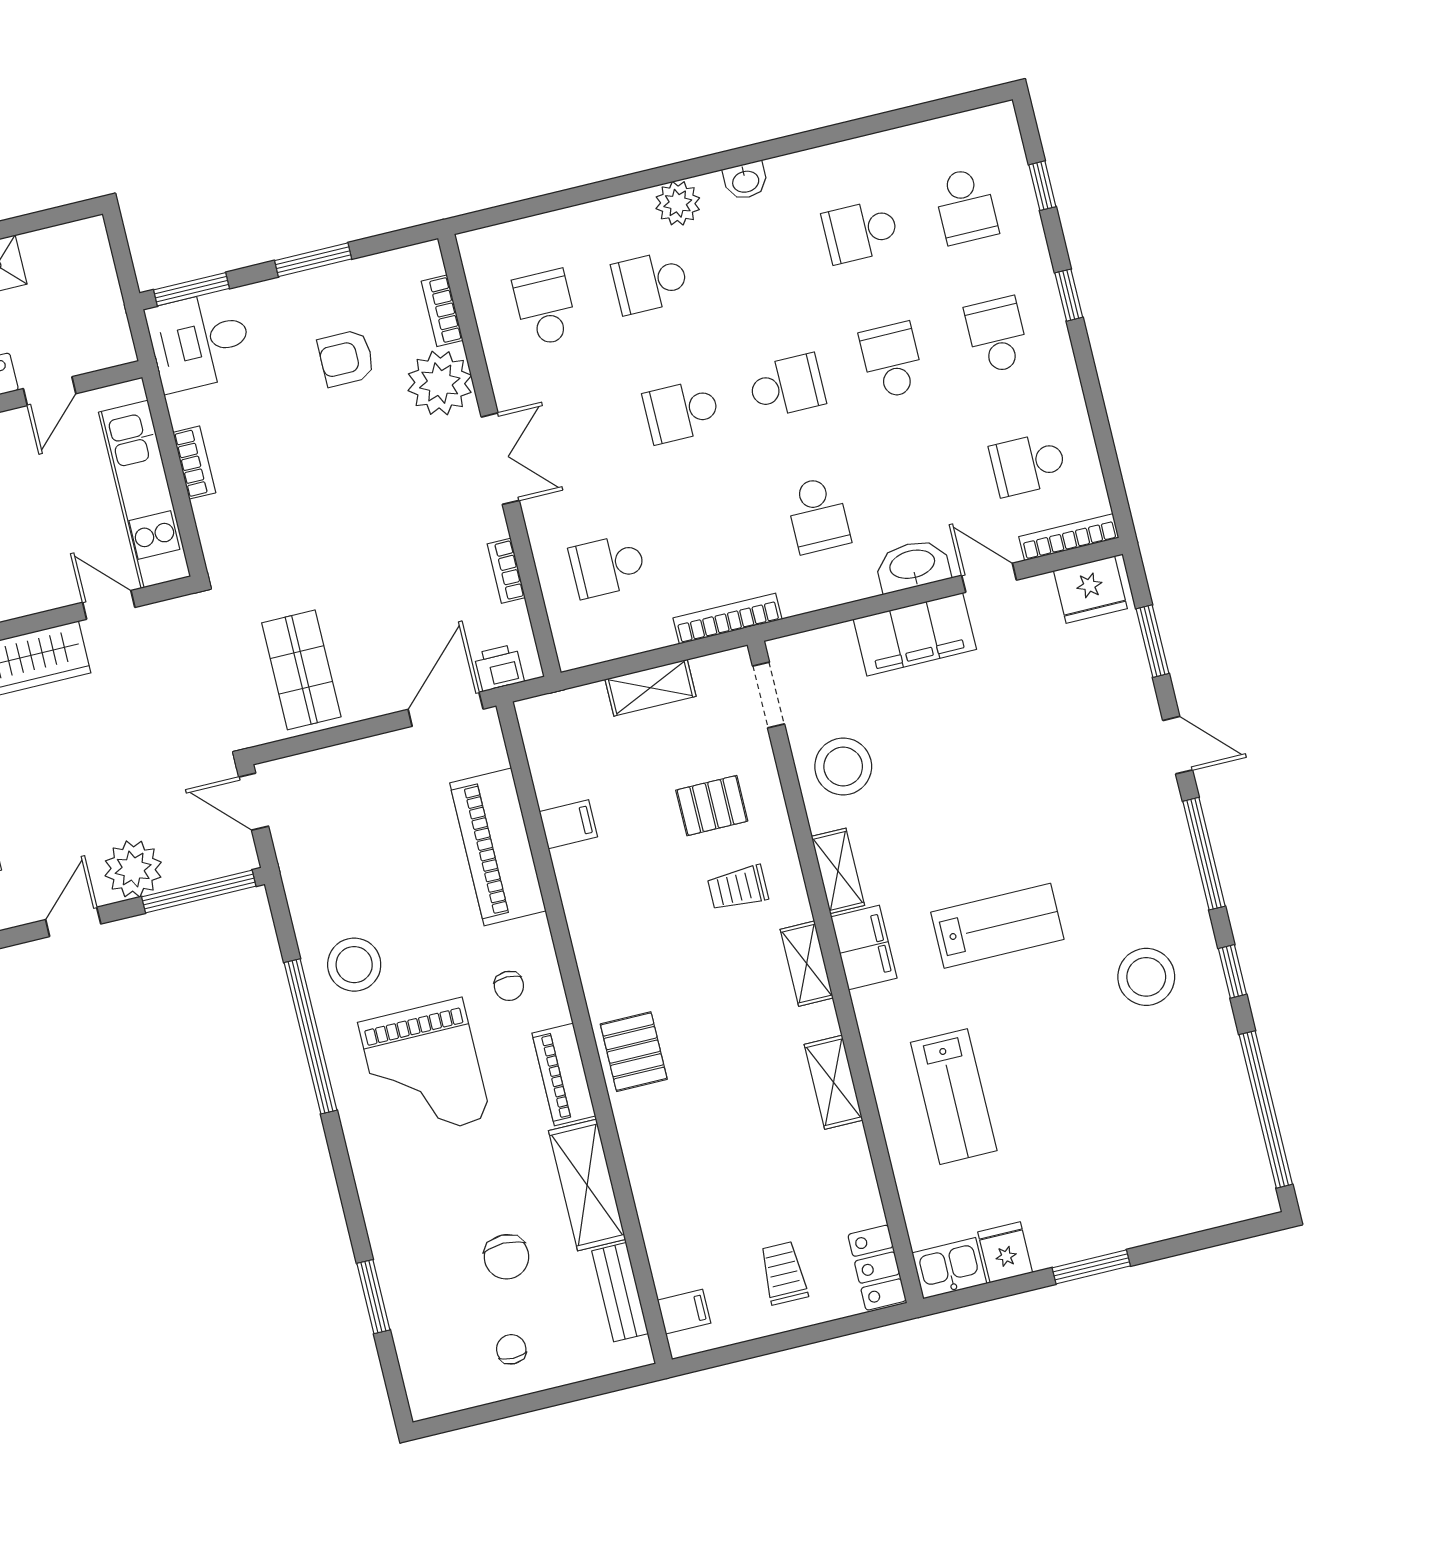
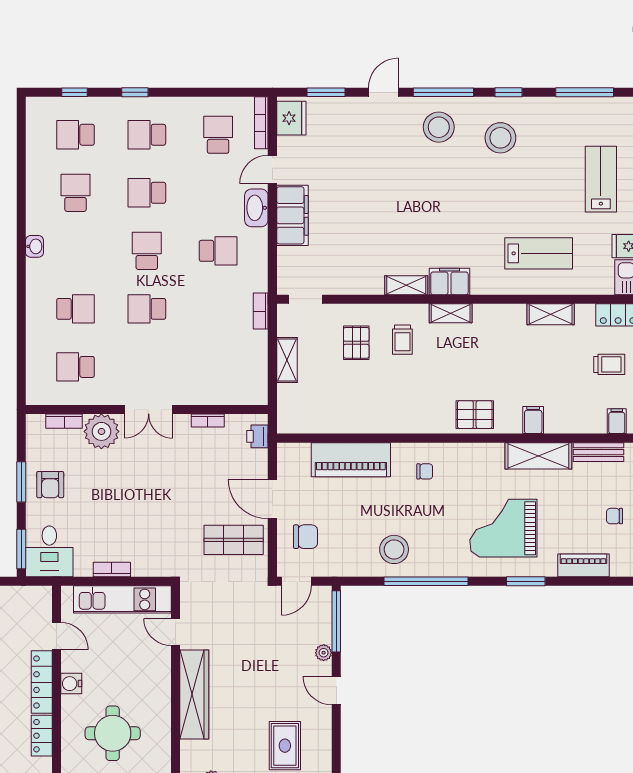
plant: (678, 203) -> (38, 285), removed
school desk: (966, 206) -> (76, 135), turned 180
school desk: (861, 231) -> (76, 193), turned 180
school desk: (650, 282) -> (76, 309), turned -90
armchair: (346, 358) -> (50, 485), moved
school desk: (682, 411) -> (147, 309), turned 90
double door: (500, 459) -> (149, 409), swing flipped
school desk: (1028, 464) -> (218, 135), turned 180
school desk: (608, 566) -> (218, 367), removed
door: (109, 605) -> (175, 632), hinge flipped
bookcase: (727, 619) -> (261, 311), width x0.64
door: (446, 709) -> (272, 499), moved
stool: (843, 767) -> (439, 127), moved
filing cabinet: (568, 824) -> (533, 420), moved
plant: (133, 869) -> (324, 653), width x0.53, depth x0.53
lab bench: (997, 926) -> (601, 179), moved
grand piano: (424, 1070) -> (503, 528), moved, turned 180
piano: (564, 1074) -> (583, 565), moved, turned 180
shelving: (834, 1082) -> (551, 314), moved
window: (1266, 1109) -> (585, 92), width x0.68
chair: (506, 1257) -> (306, 537), moved
trolley: (784, 1273) -> (609, 364), turned 180
window: (373, 1297) -> (526, 581), moved

